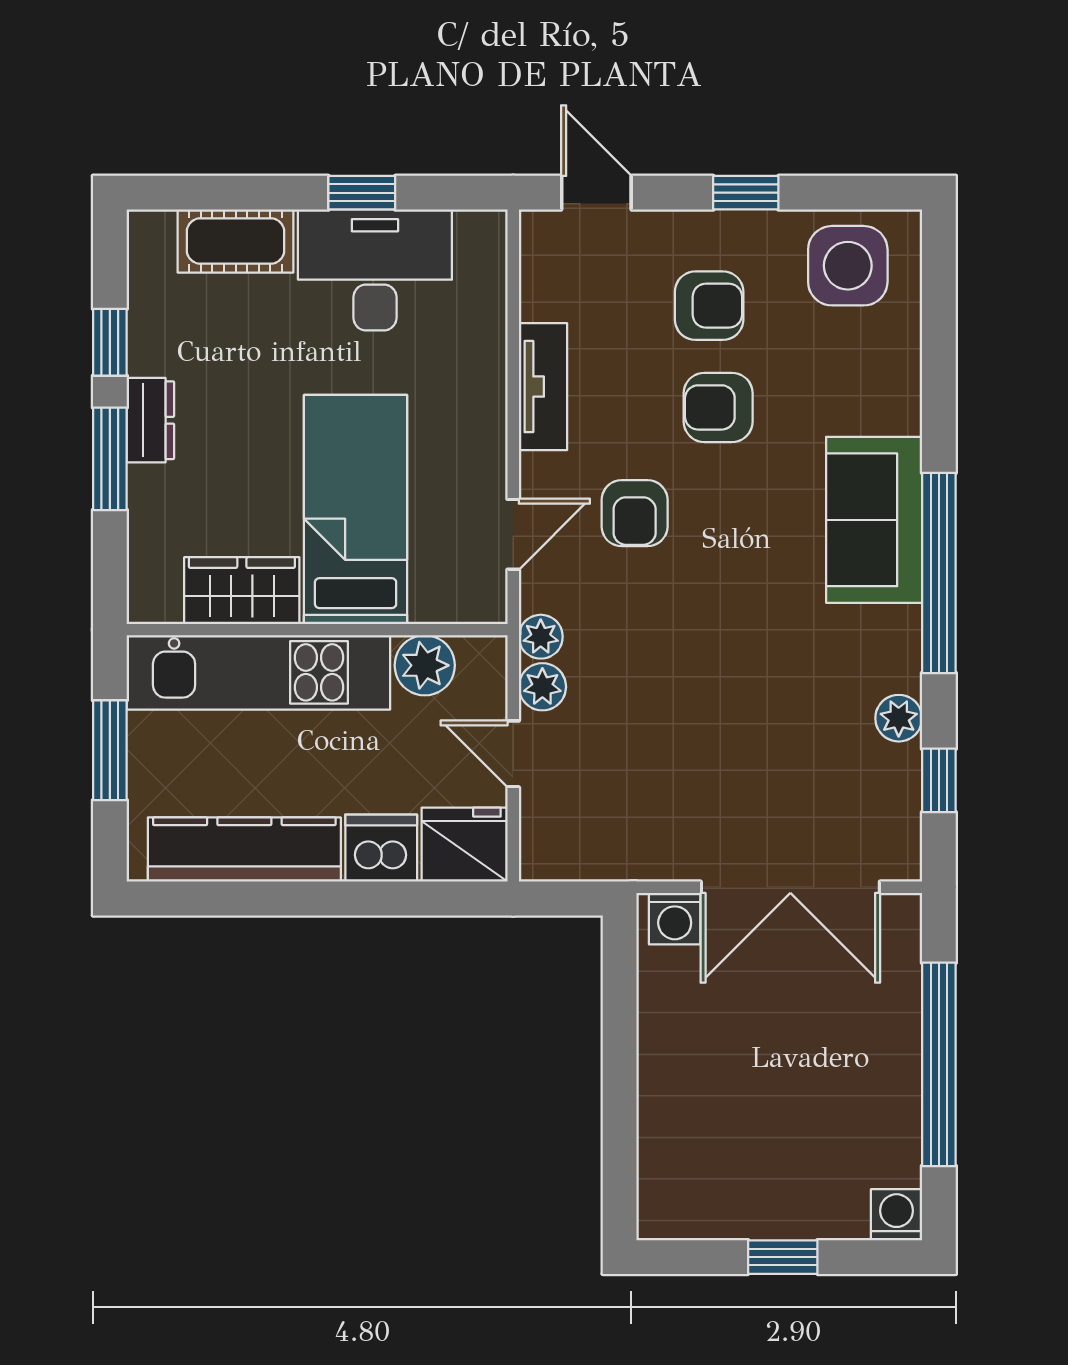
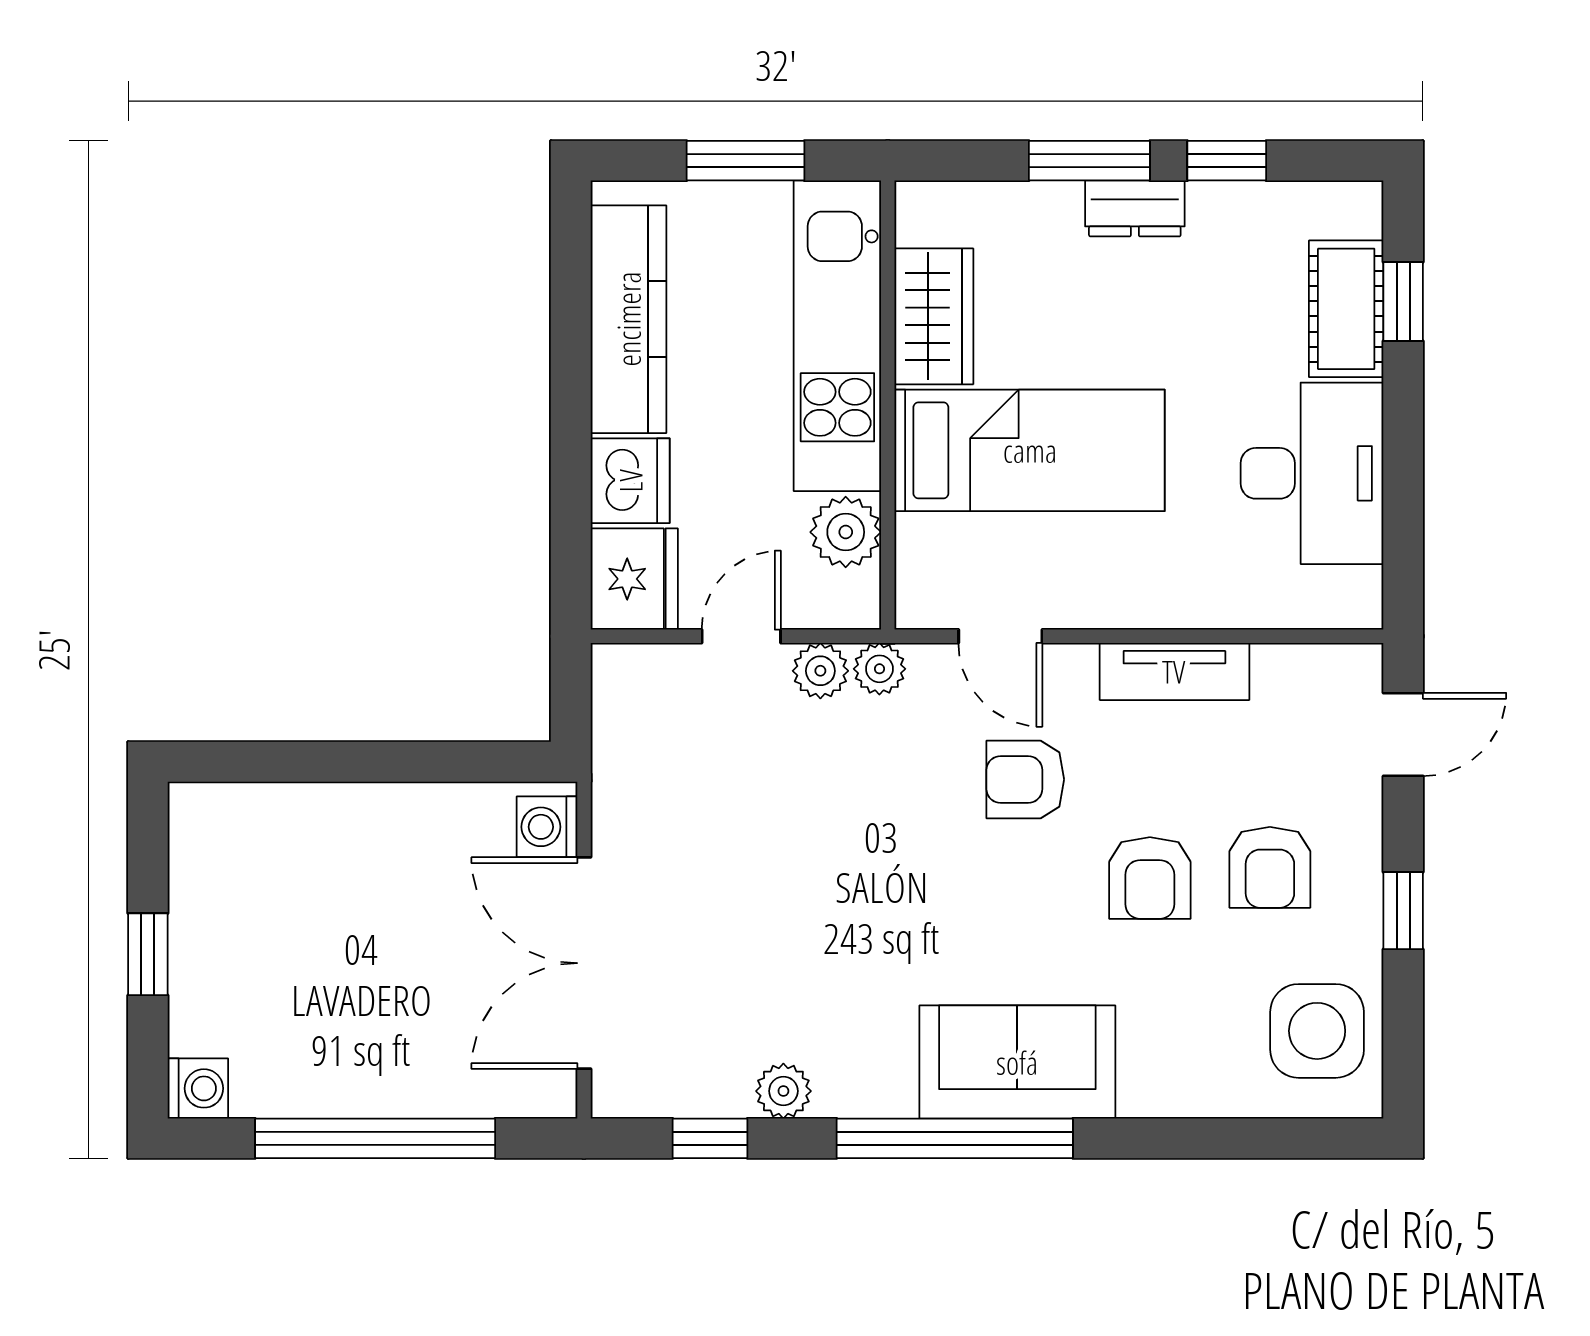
window: (362, 193) -> (1403, 301), moved
armchair: (718, 407) -> (1150, 878), turned 180

